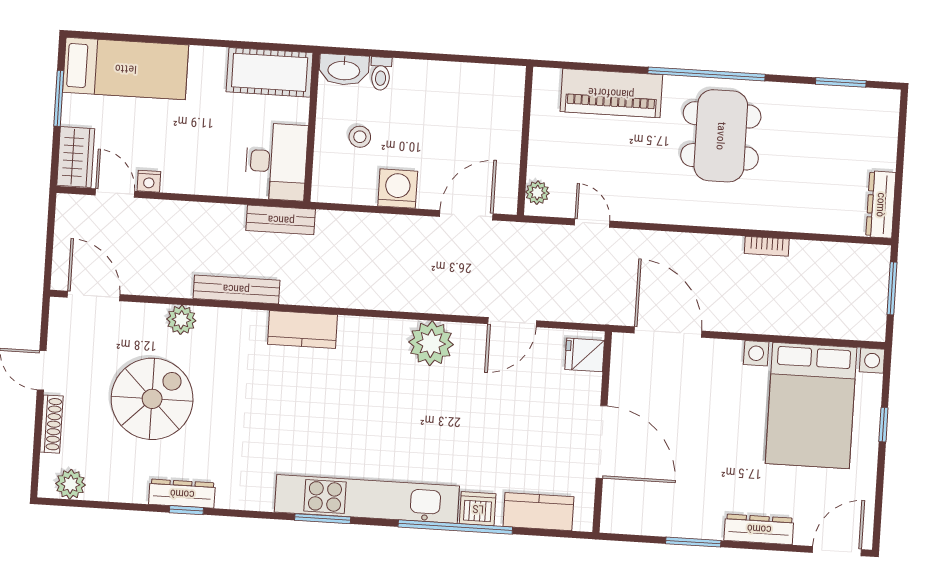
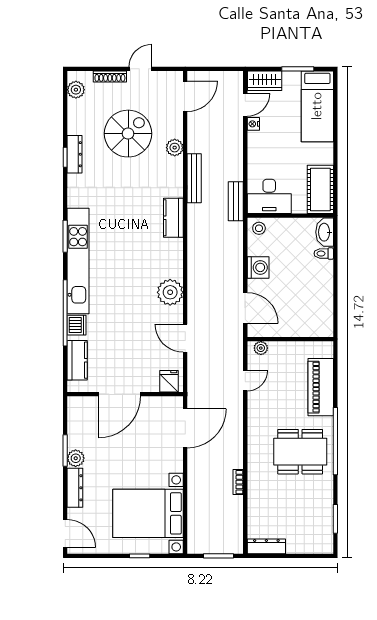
stool: (360, 137) -> (259, 228), moved
spiral stairs: (152, 399) -> (128, 134), turned -90
plant: (708, 525) -> (76, 458), added

